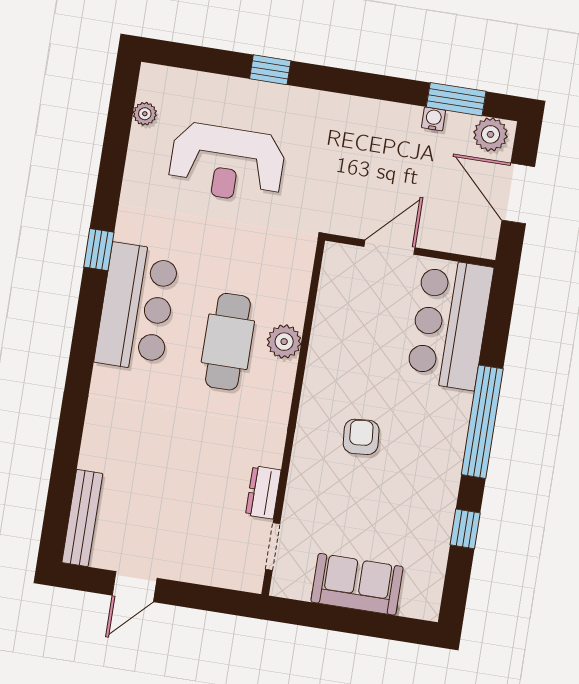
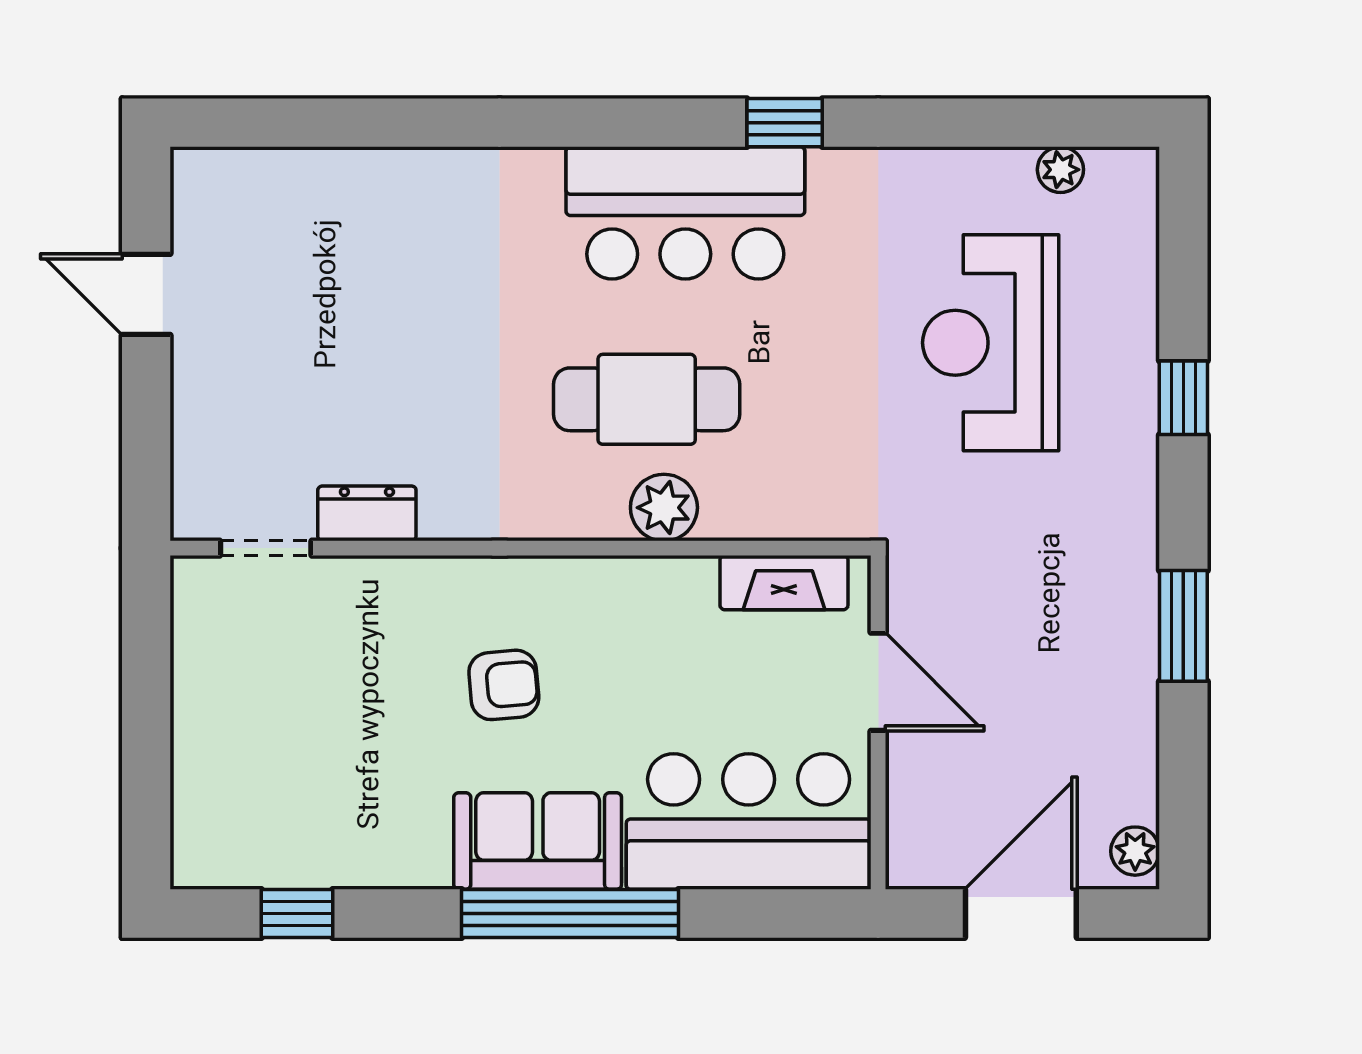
window: (456, 99) -> (1183, 626), moved
water cooler: (433, 119) -> (1139, 727), removed
plant: (490, 134) -> (1135, 851), width x0.73, depth x0.73
fireplace: (332, 287) -> (784, 583), added
bench: (82, 518) -> (262, 173), removed
window: (465, 529) -> (297, 914), moved
sofa: (357, 584) -> (538, 841), moved, turned -90

